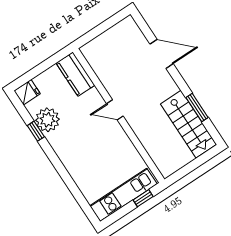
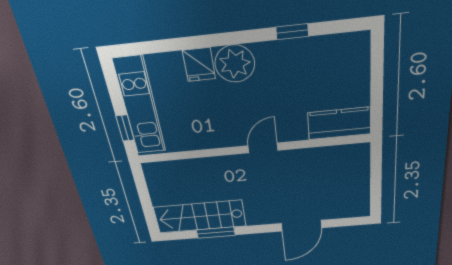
fridge: (27, 92) -> (199, 65), moved
plant: (47, 120) -> (235, 64), moved

